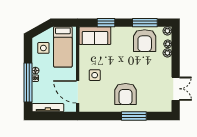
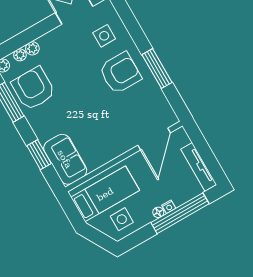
armchair: (145, 41) -> (33, 89), turned -90
side table: (95, 75) -> (104, 36), moved
window: (134, 116) -> (157, 69), moved

